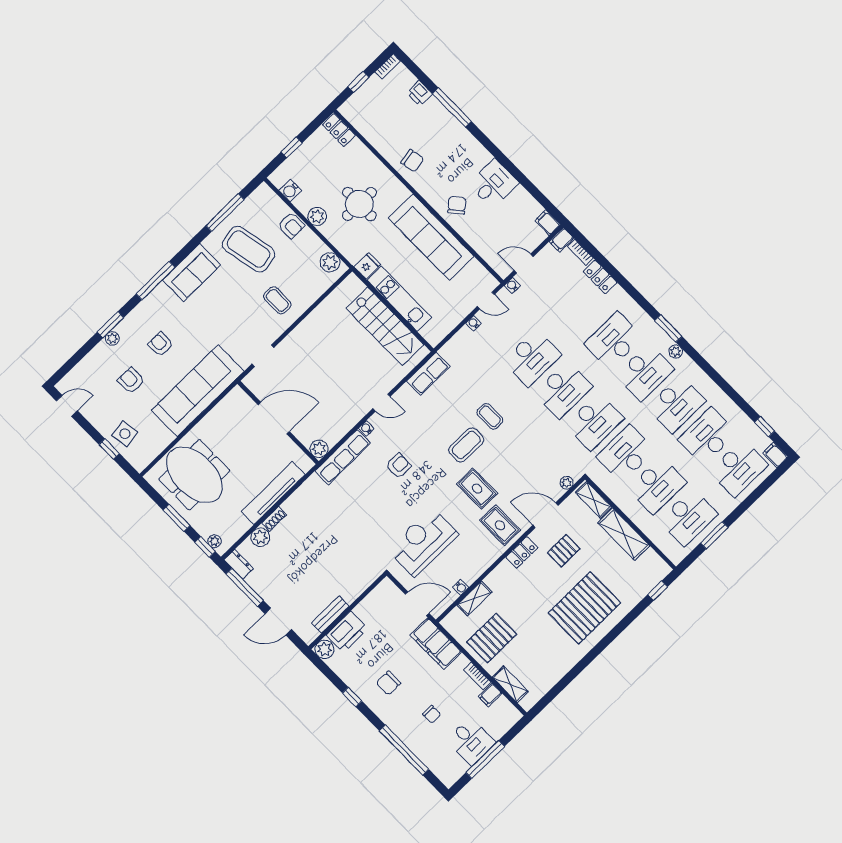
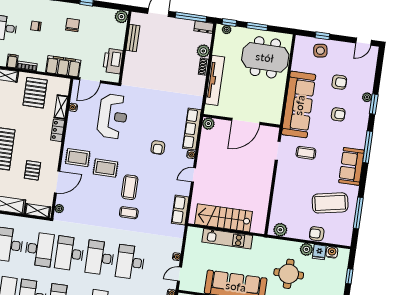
fridge: (367, 266) -> (319, 252), moved
coffee table: (277, 300) -> (306, 153), moved
locker: (522, 552) -> (58, 130), moved
printer: (347, 632) -> (113, 61), moved

